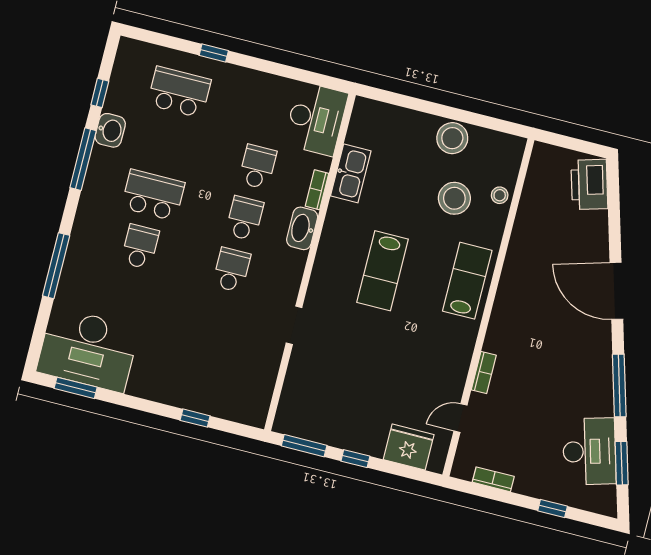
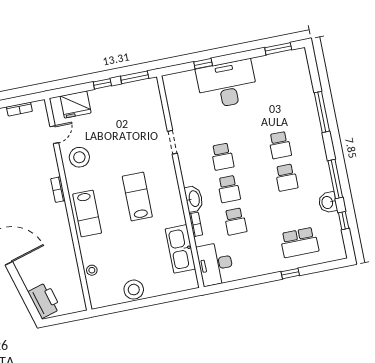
kitchen sink: (351, 173) -> (180, 249), width x1.36, depth x1.24
school desk: (153, 195) -> (286, 178), width x0.54
stool: (454, 198) -> (79, 157), moved
desk: (88, 350) -> (227, 84), moved
bookcase: (484, 373) -> (58, 190), moved

